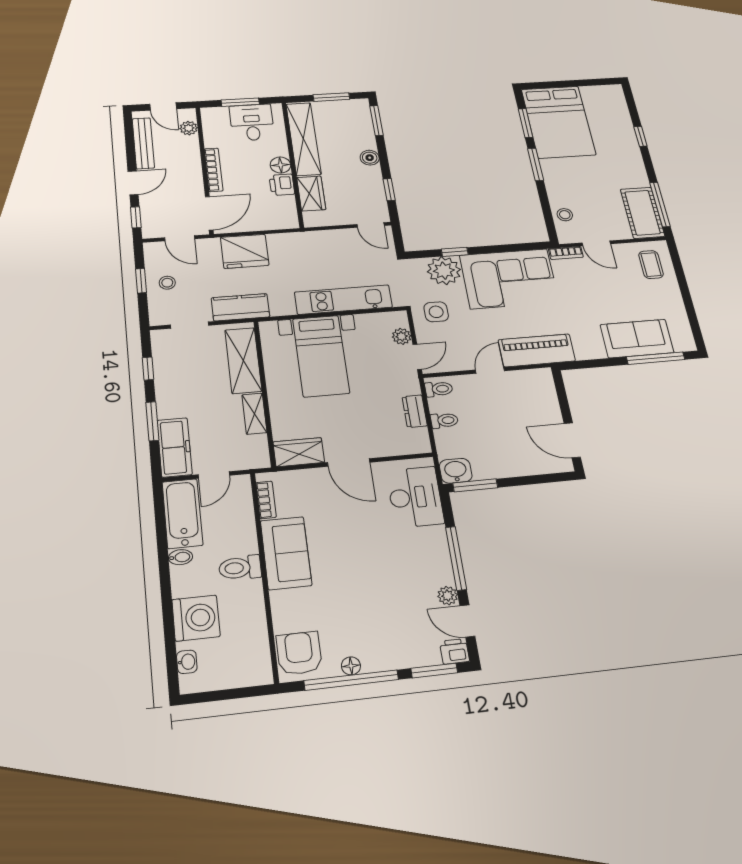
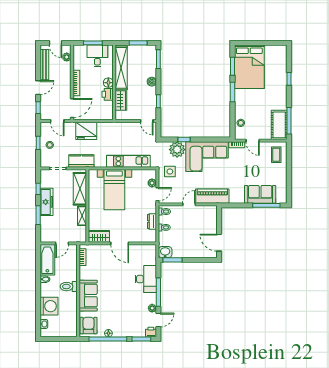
freezer: (175, 447) -> (47, 202), moved
desk: (415, 497) -> (146, 279), moved
sofa: (286, 553) -> (88, 296), moved
door: (467, 621) -> (158, 320), swing flipped

